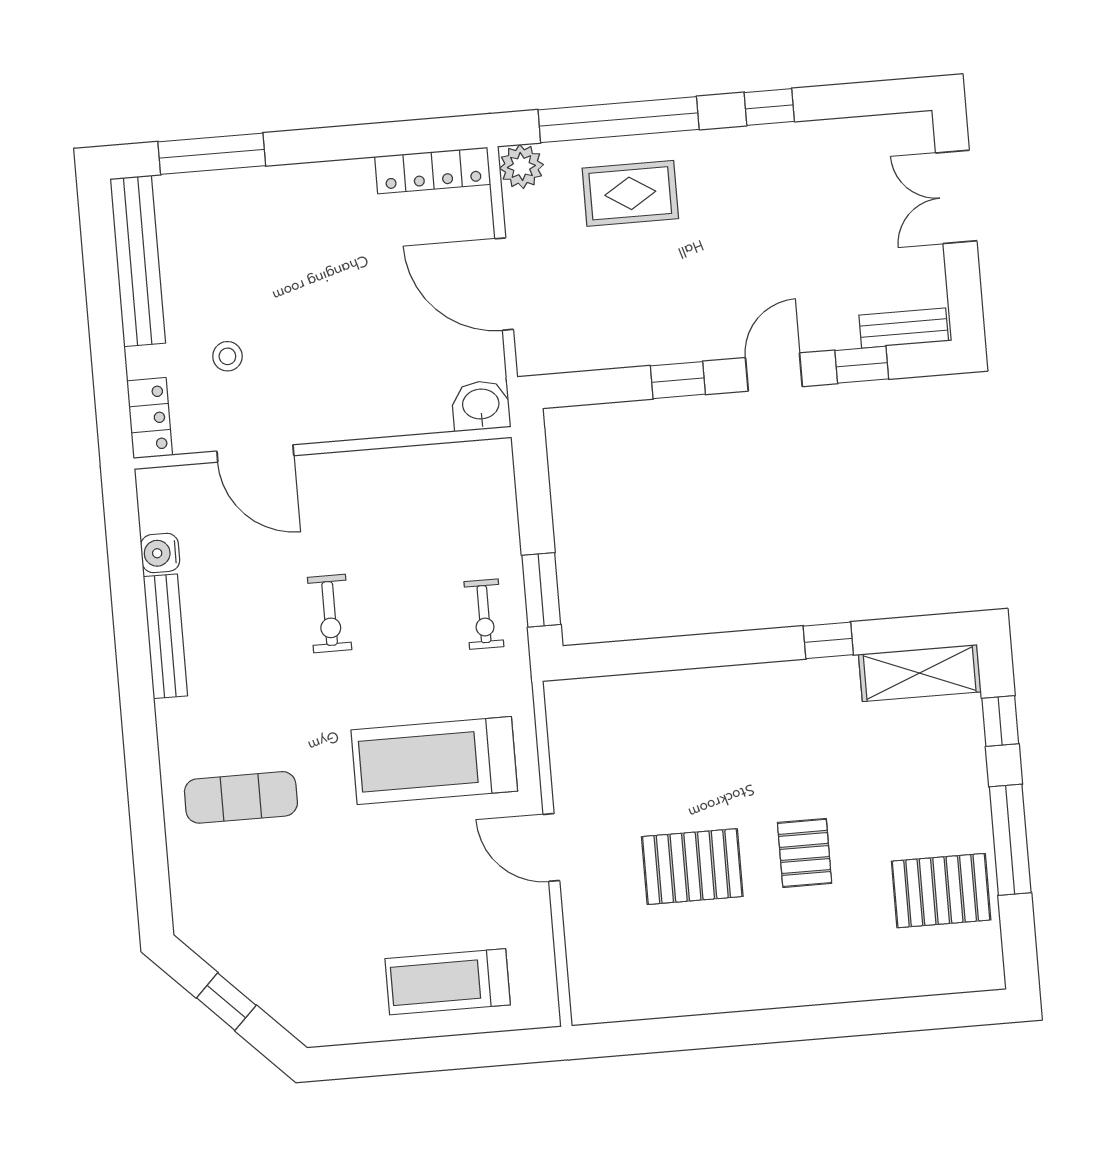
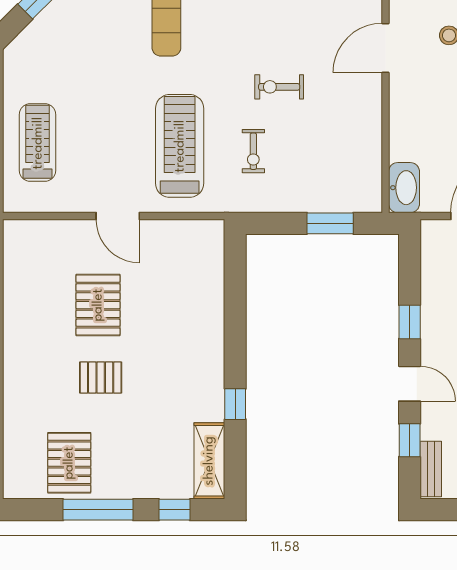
washbasin: (481, 405) -> (404, 188), width x1.38
window: (541, 590) -> (330, 223), moved
exercise bike: (484, 614) -> (253, 151), moved, turned -90
door: (551, 847) -> (118, 216), swing flipped

